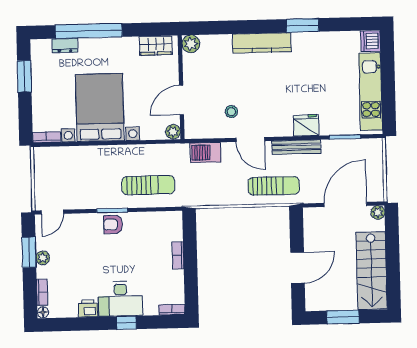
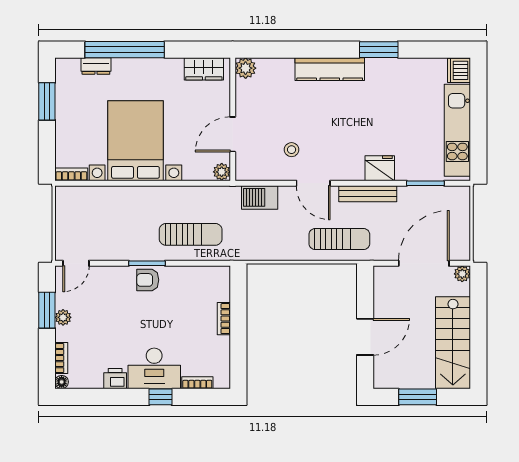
bookcase: (172, 310) -> (197, 383), moved

